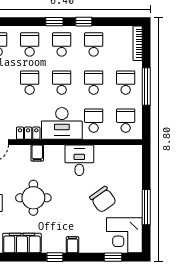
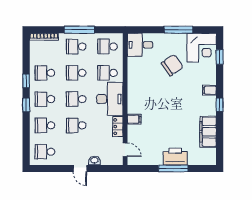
desk: (79, 160) -> (140, 45), moved
round table: (33, 198) -> (171, 122), removed

